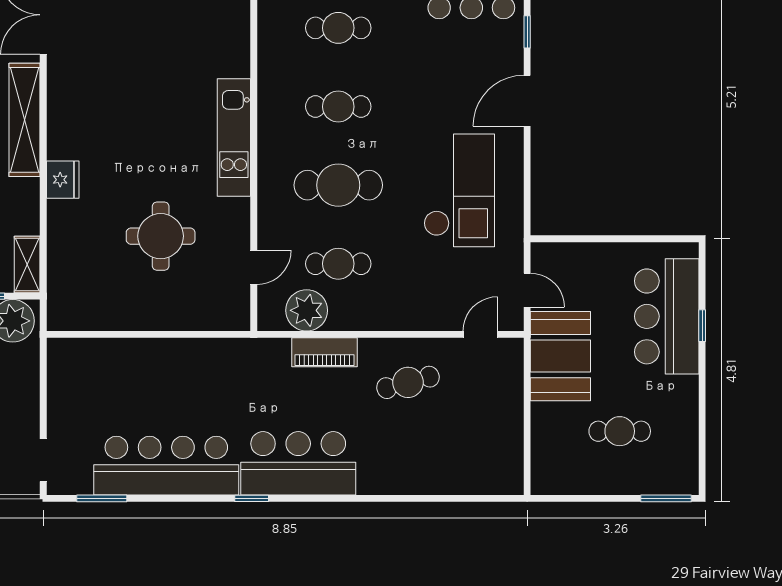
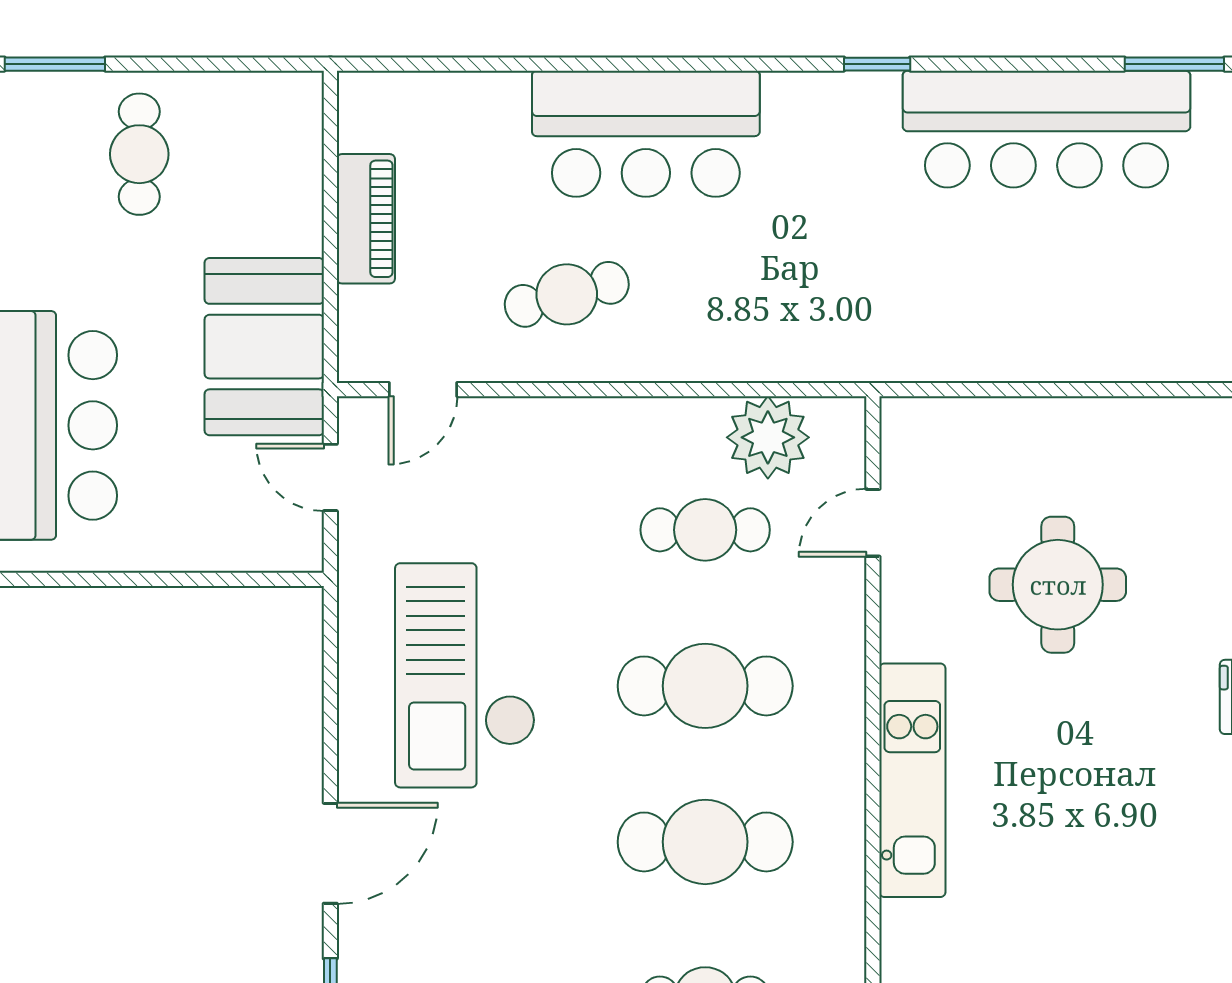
cafe table: (338, 107) -> (705, 842), width x1.37, depth x1.35
piano: (325, 352) -> (366, 219), moved, turned 90
cafe table: (620, 431) -> (139, 154), moved, turned 90
bar counter: (298, 463) -> (646, 134), moved

